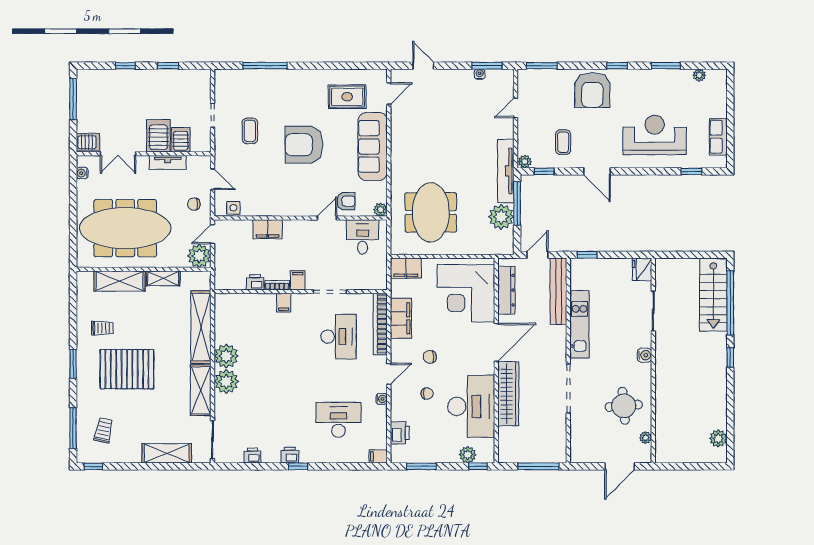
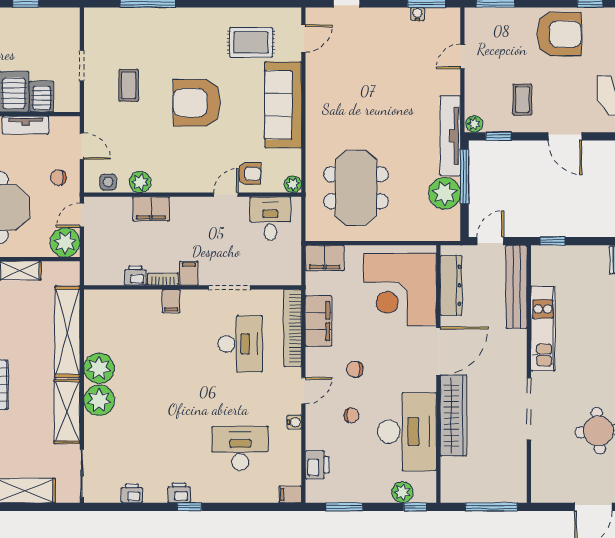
armchair: (592, 90) -> (559, 34), turned -90
plant: (259, 208) -> (140, 182), added

